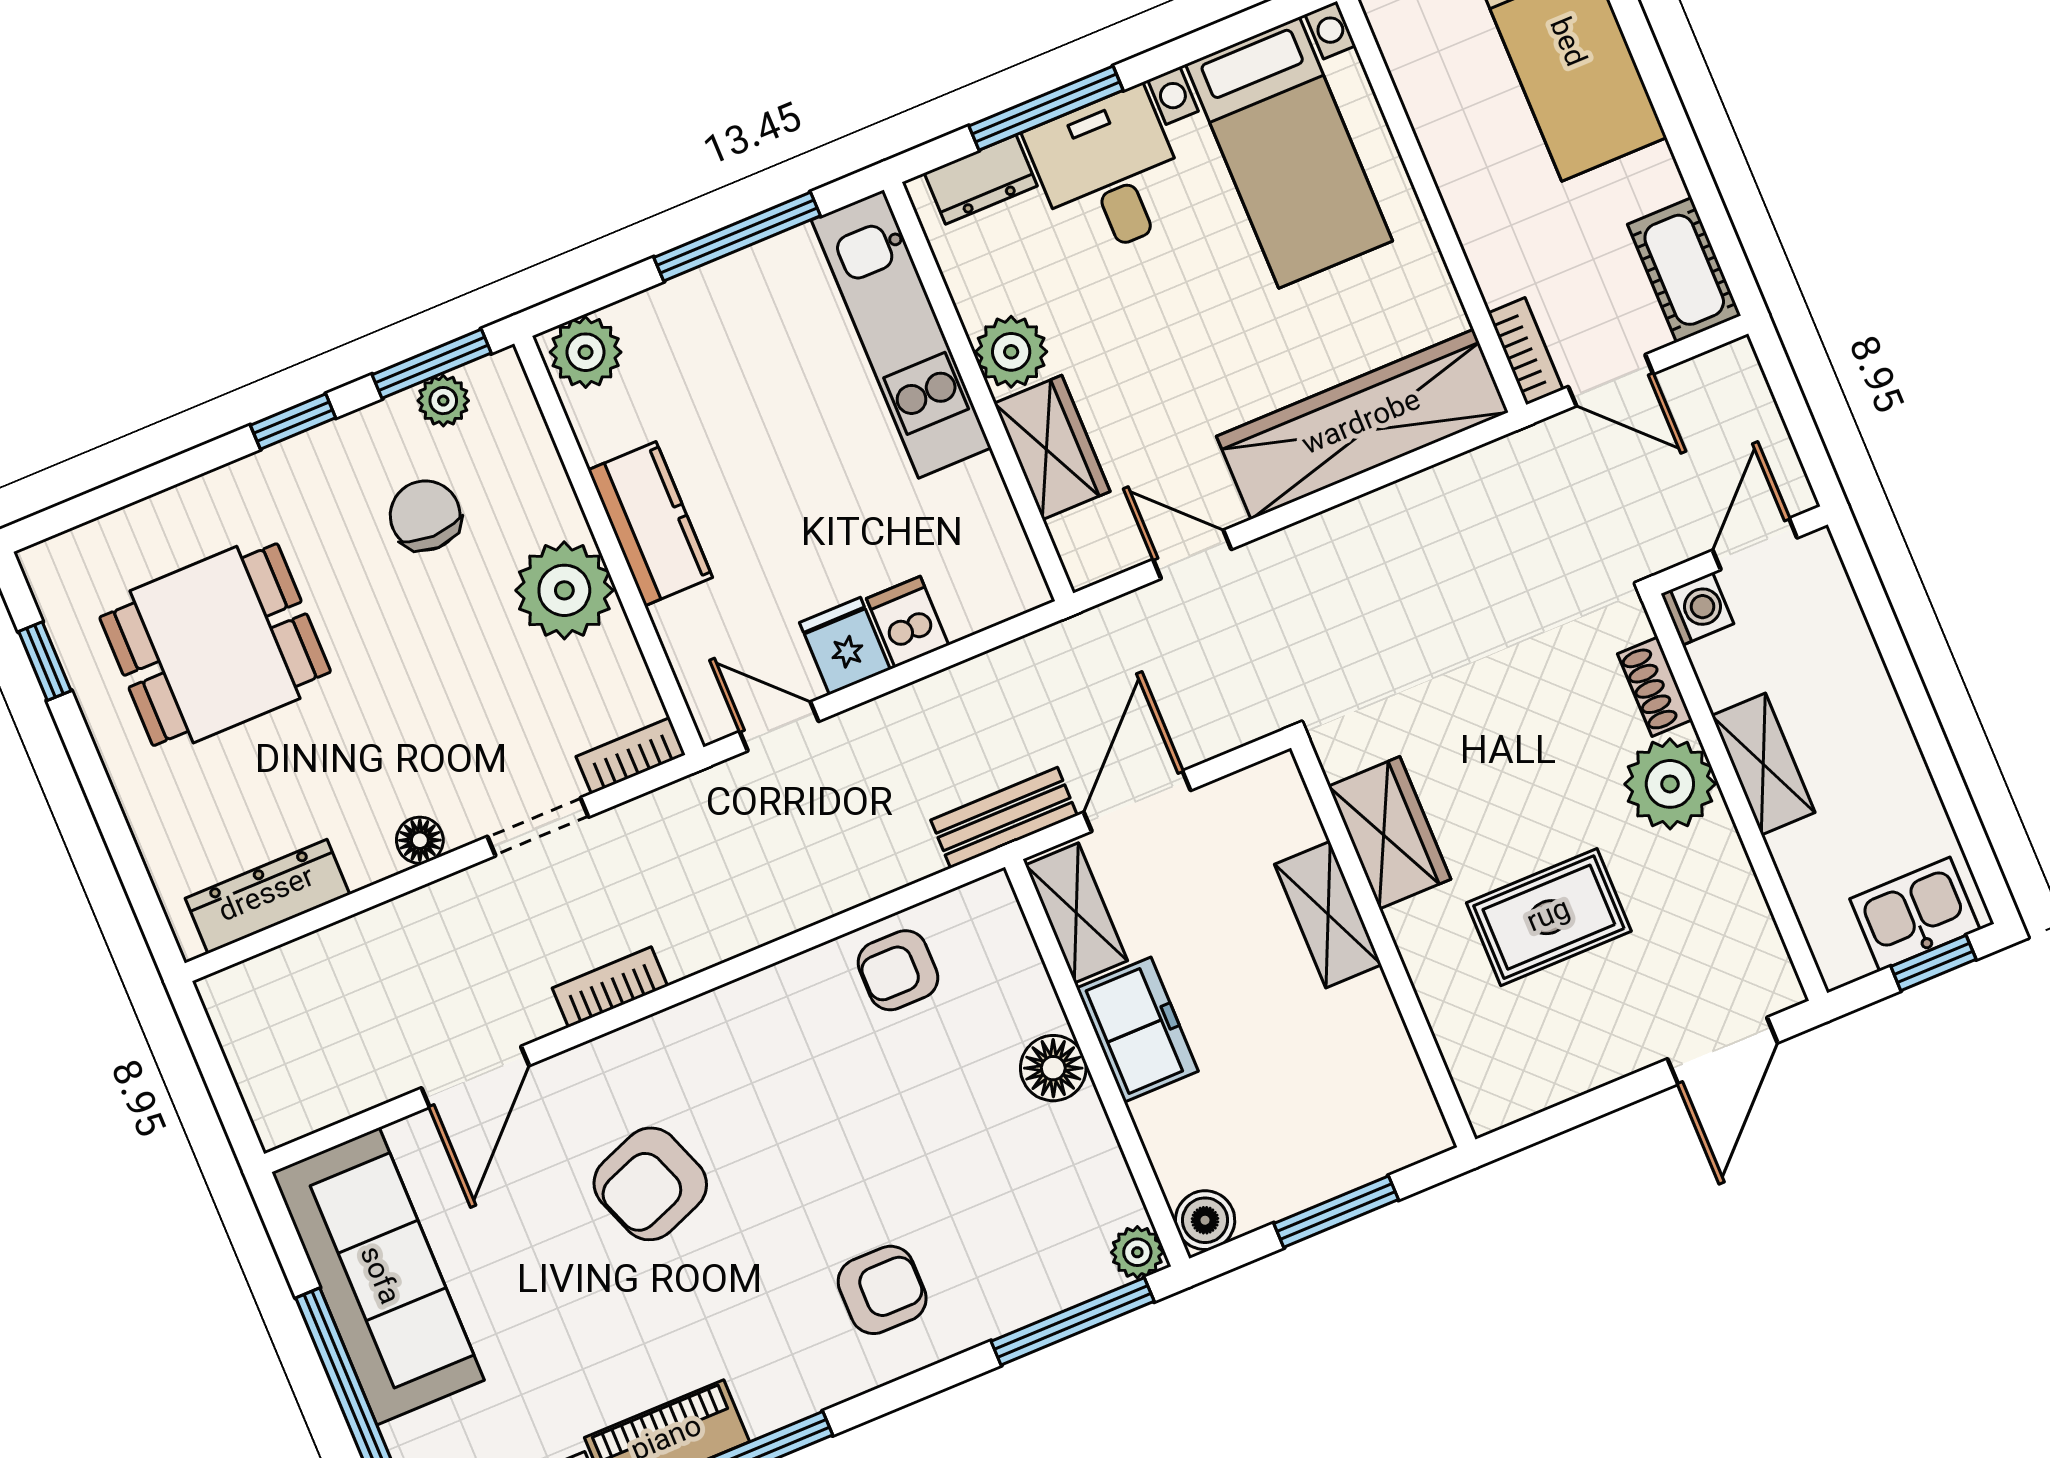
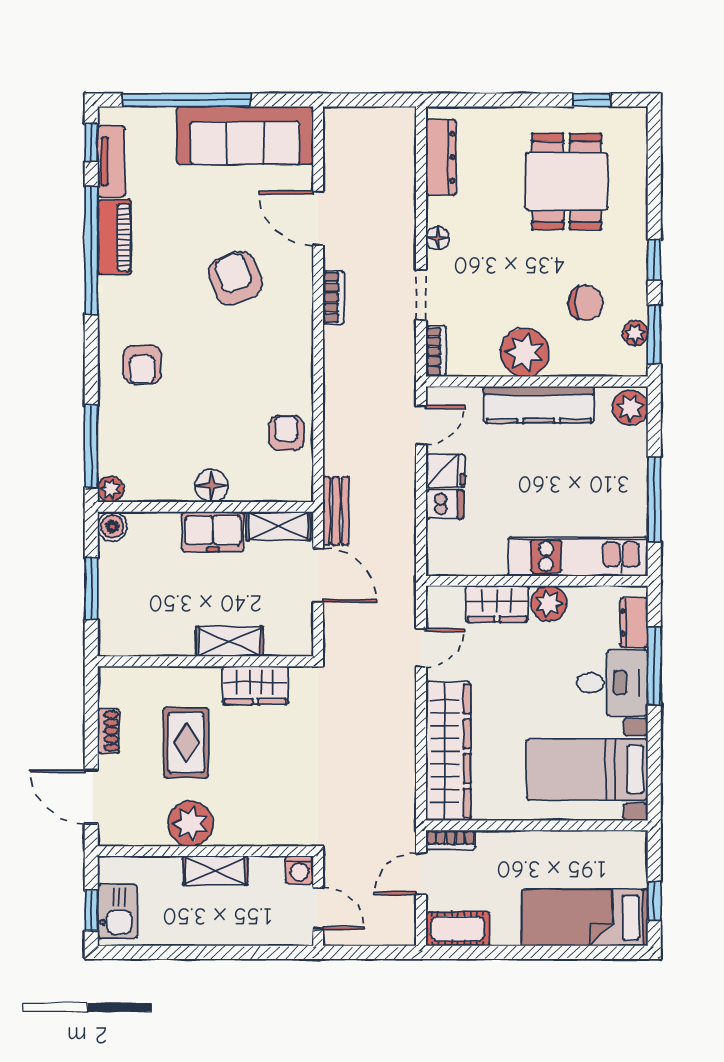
kitchen counter: (650, 524) -> (539, 405), width x1.50
shoe rack: (1655, 687) -> (109, 731), moved, turned 90
plant: (1670, 784) -> (190, 824), moved

